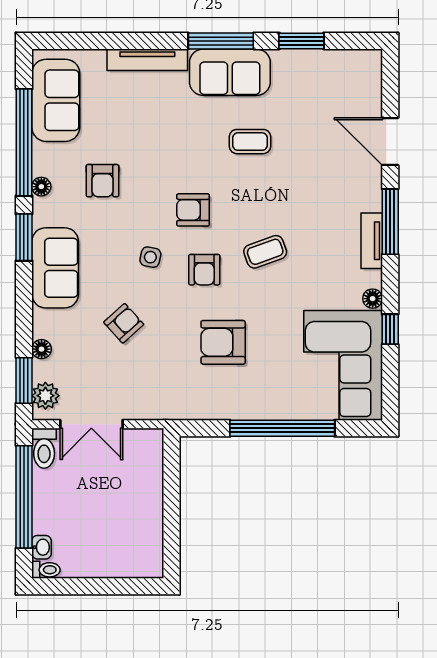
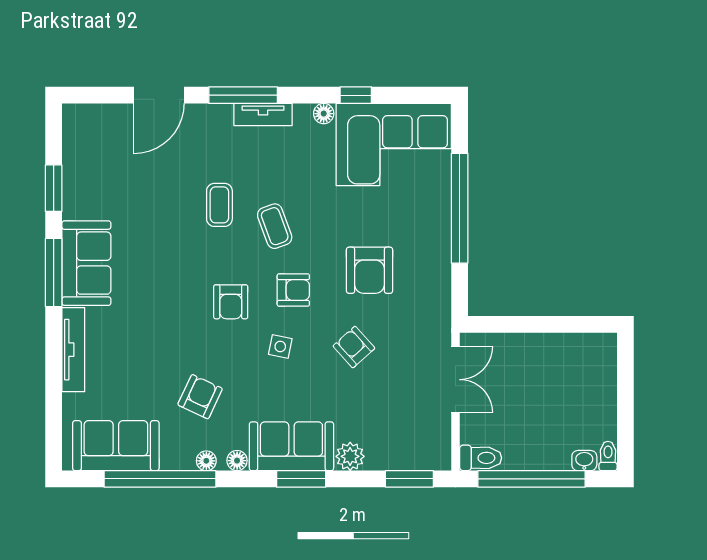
coffee table: (250, 142) -> (219, 205), moved
armchair: (102, 181) -> (200, 397), turned -65
window: (24, 237) -> (301, 479), moved
armchair: (124, 323) -> (354, 347), moved
floor lamp: (42, 349) -> (237, 461), moved
plant: (45, 396) -> (350, 456), moved
double door: (91, 424) -> (455, 380), moved

